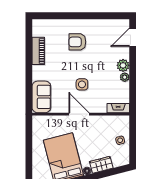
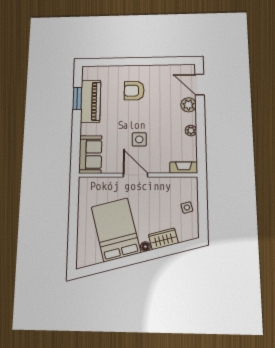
door: (133, 37) -> (200, 85), hinge flipped
window: (29, 48) -> (77, 98), added
piano: (38, 51) -> (91, 101), width x1.37, depth x1.33
plant: (123, 65) -> (188, 105), moved

